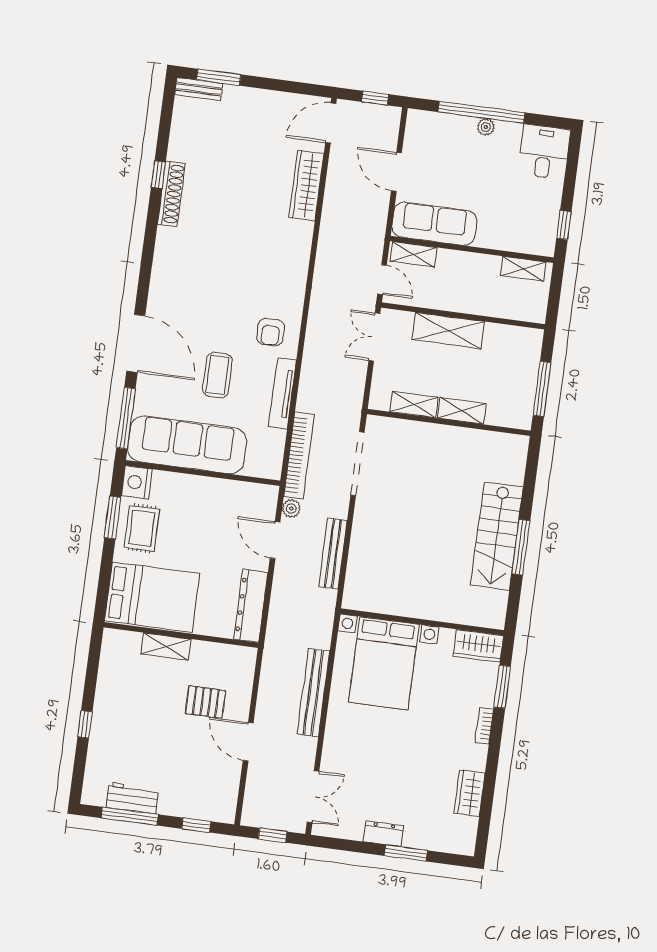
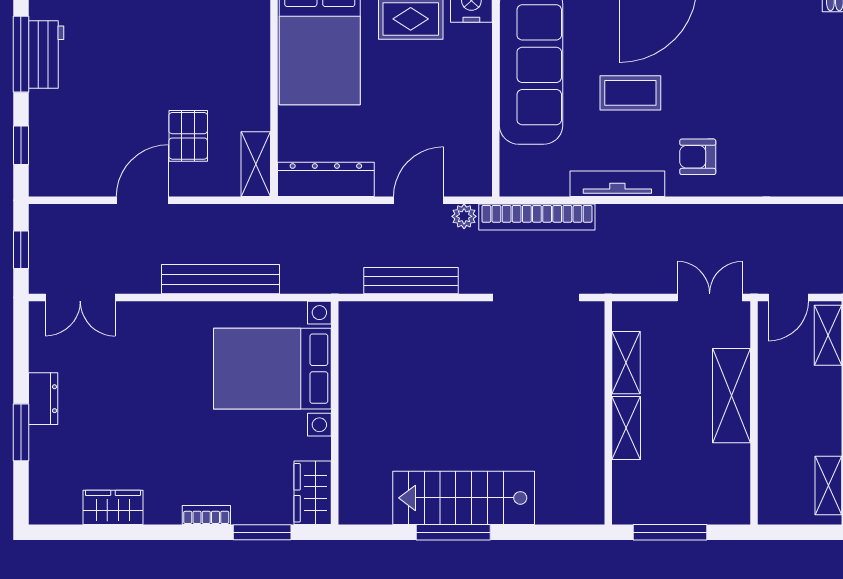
shelving: (166, 647) -> (256, 164), moved

